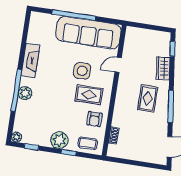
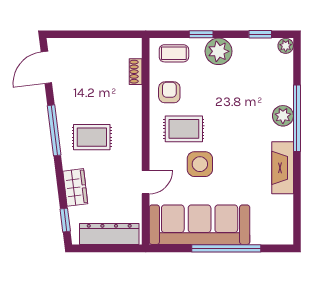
dresser: (146, 36) -> (109, 234), added
rug: (148, 98) -> (92, 137), turned 90

